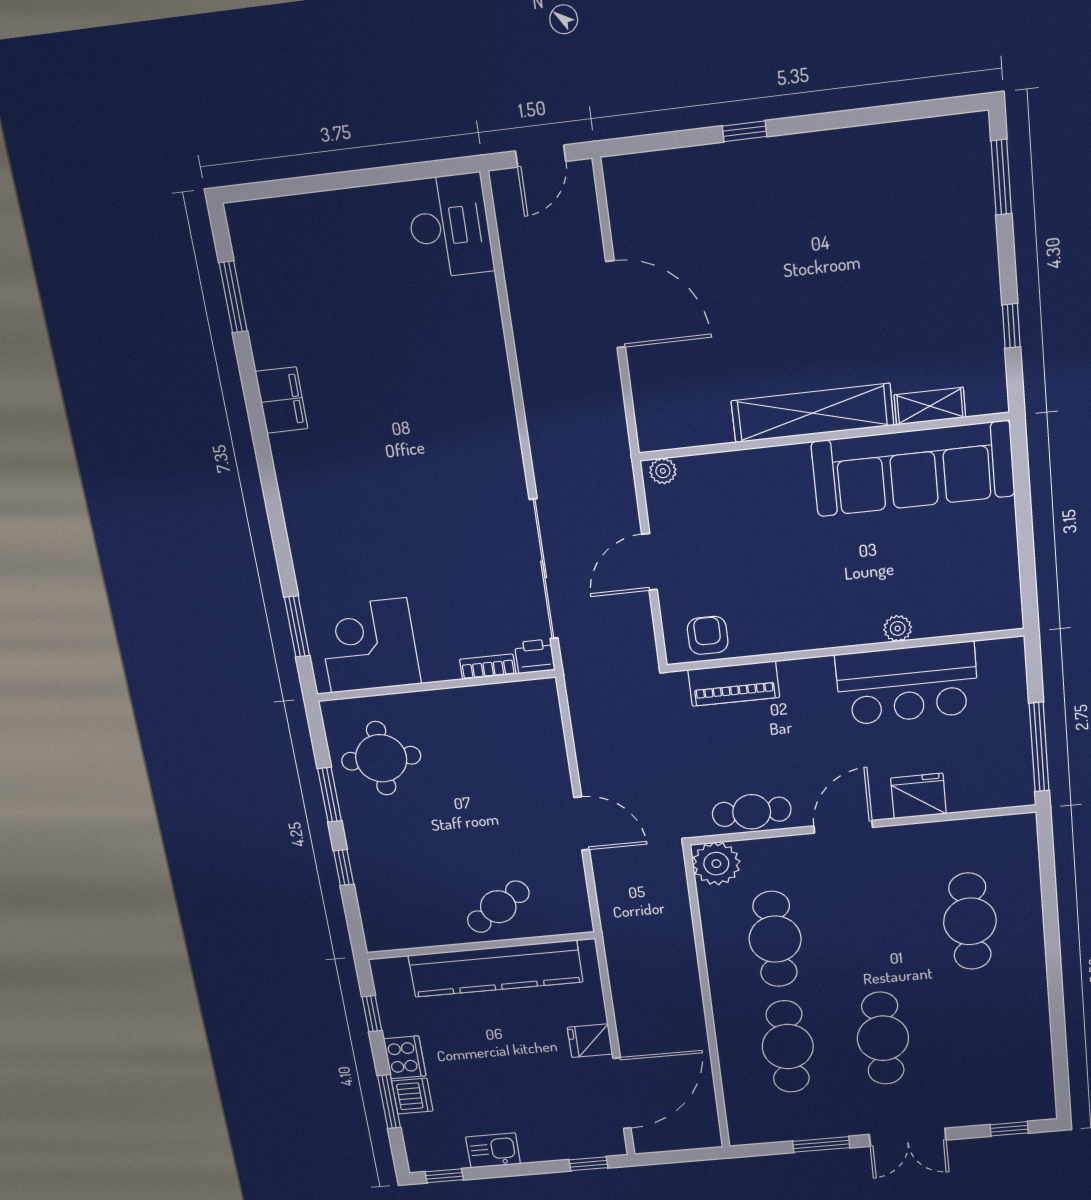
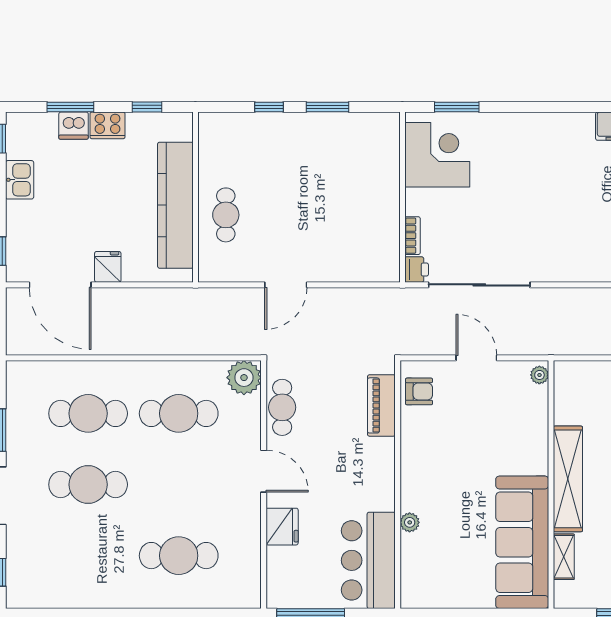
bar counter: (907, 684) -> (368, 560), moved
round table: (381, 758) -> (352, 149), removed
cafe table: (498, 907) -> (226, 215), turned 34

